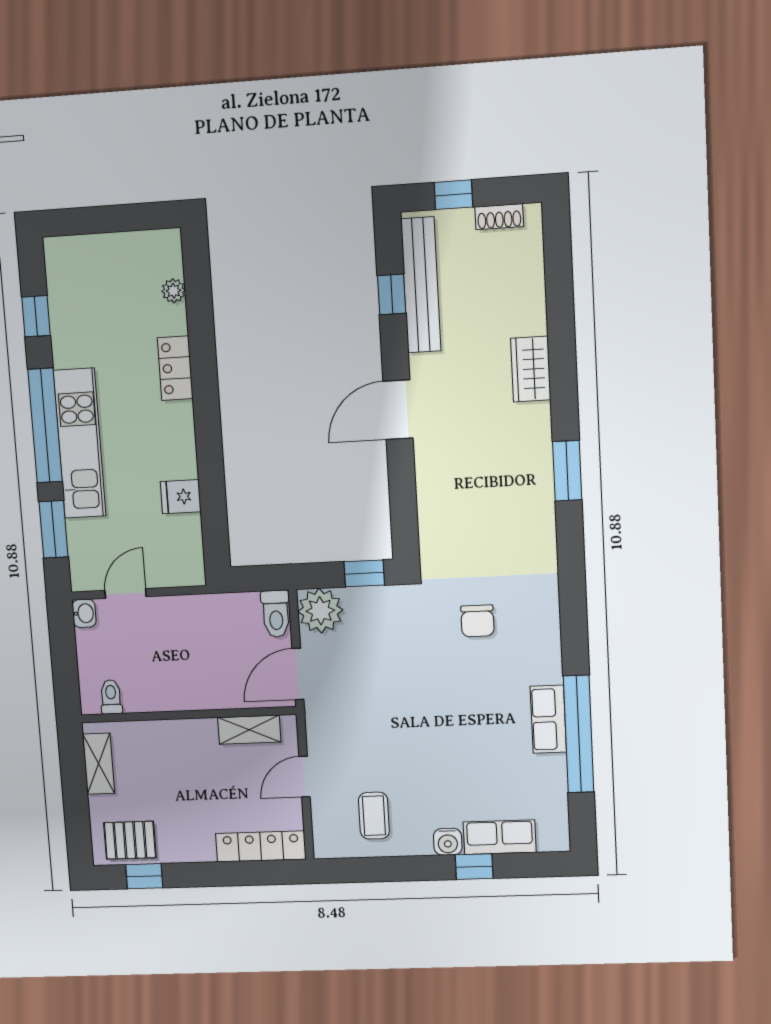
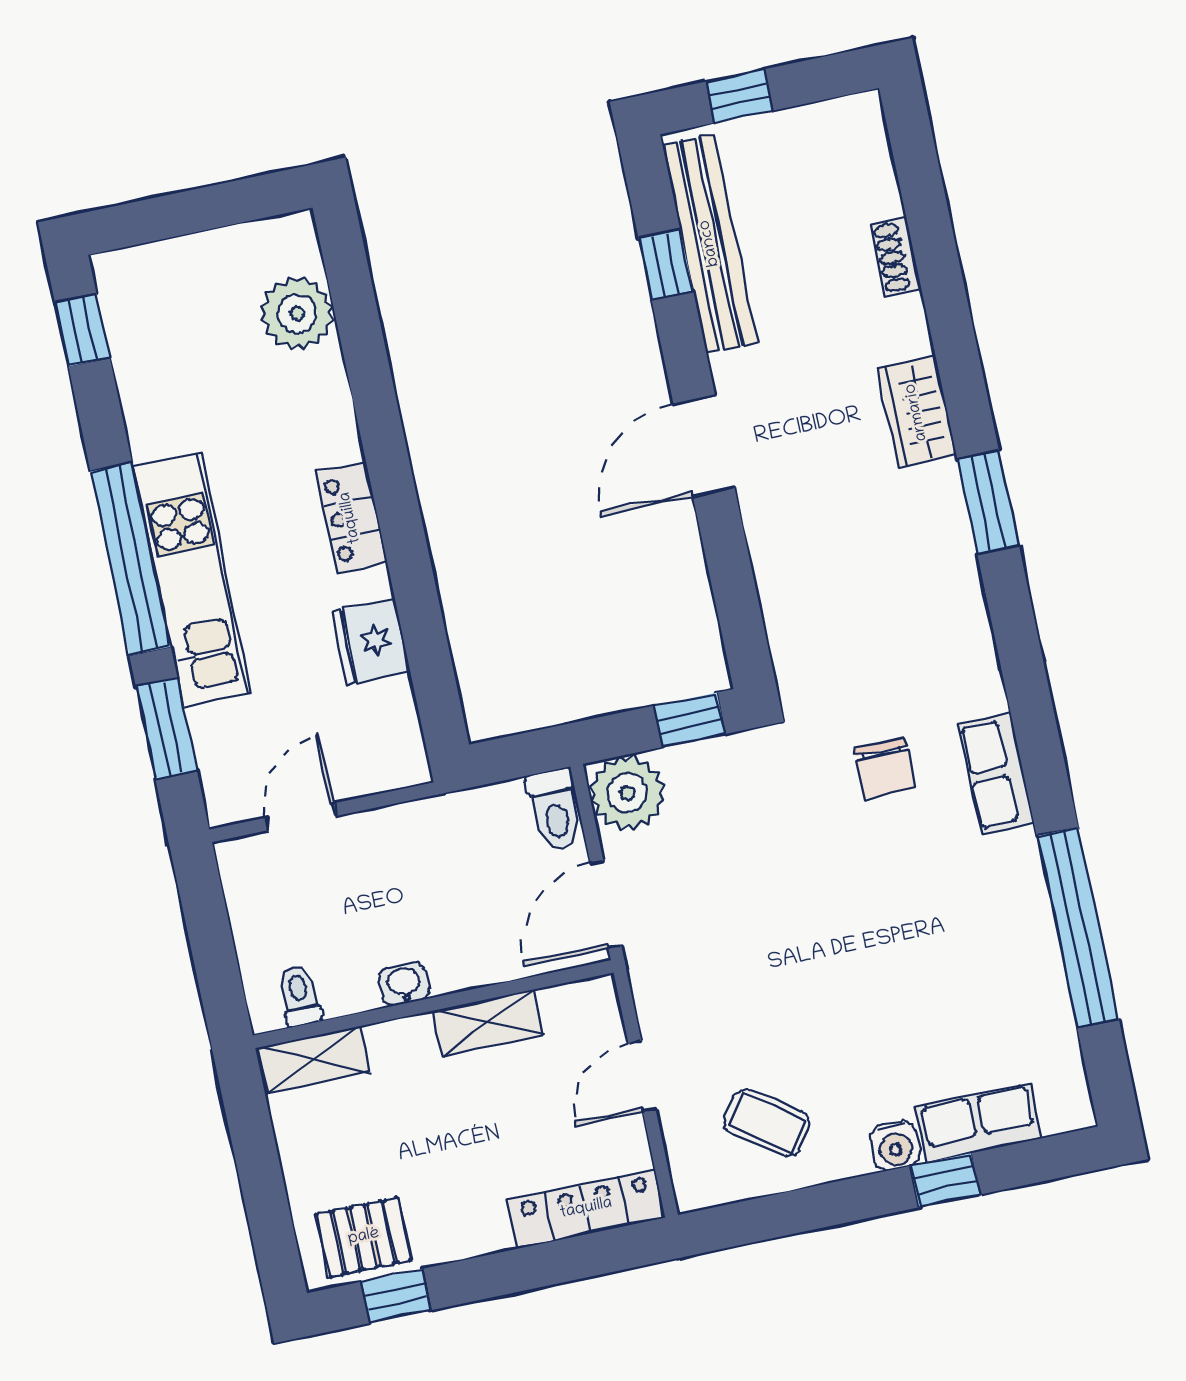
shoe rack: (499, 217) -> (896, 257), moved, turned 90
plant: (173, 291) -> (297, 313), width x1.87, depth x1.87
window: (36, 316) -> (82, 330), moved
locker: (175, 368) -> (351, 518), moved
wardrobe: (531, 369) -> (917, 412), moved
fridge: (181, 497) -> (371, 641), width x1.38
washbasin: (84, 613) -> (404, 984), moved, turned -90
row of seats: (548, 719) -> (996, 773), moved
shelving: (249, 730) -> (488, 1023), moved
shelving: (99, 764) -> (314, 1060), moved, turned 90
coffee table: (374, 816) -> (767, 1123), turned -56

